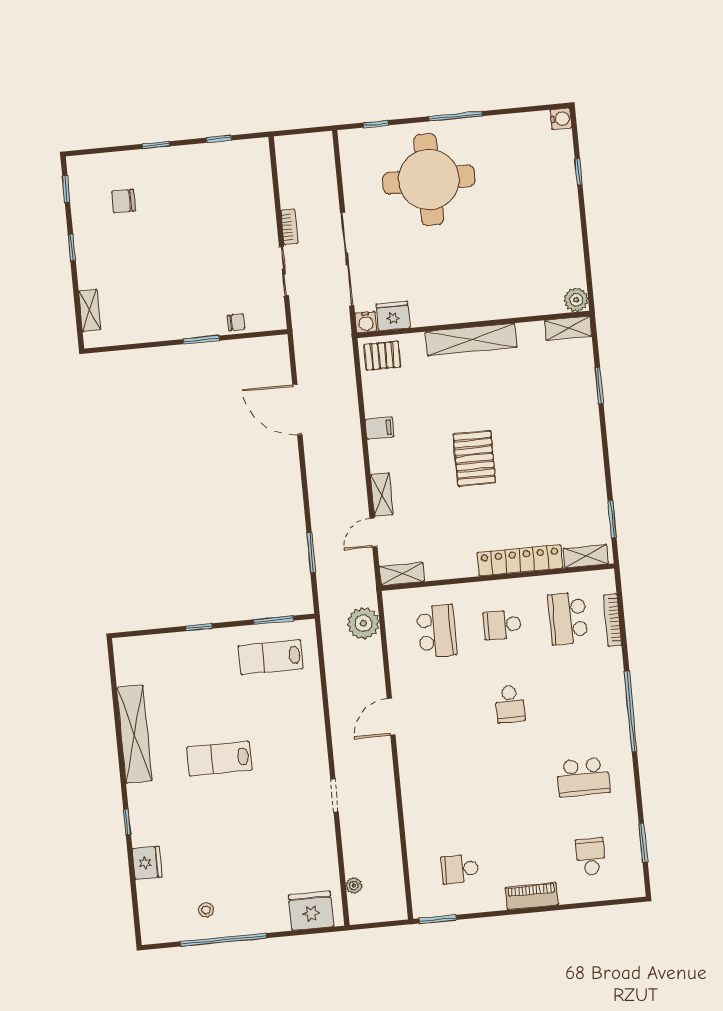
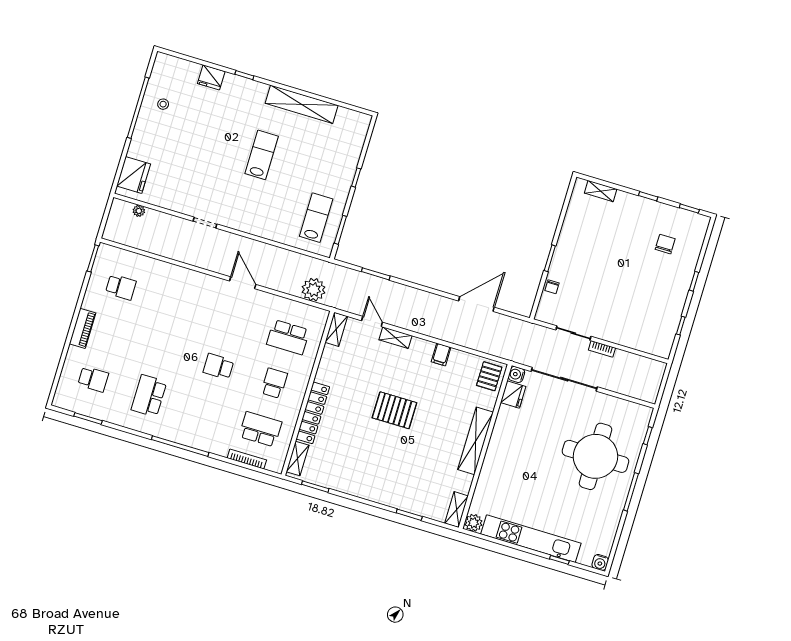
kitchen unit: (567, 219) -> (531, 539), added
school desk: (460, 869) -> (121, 287), turned 90

